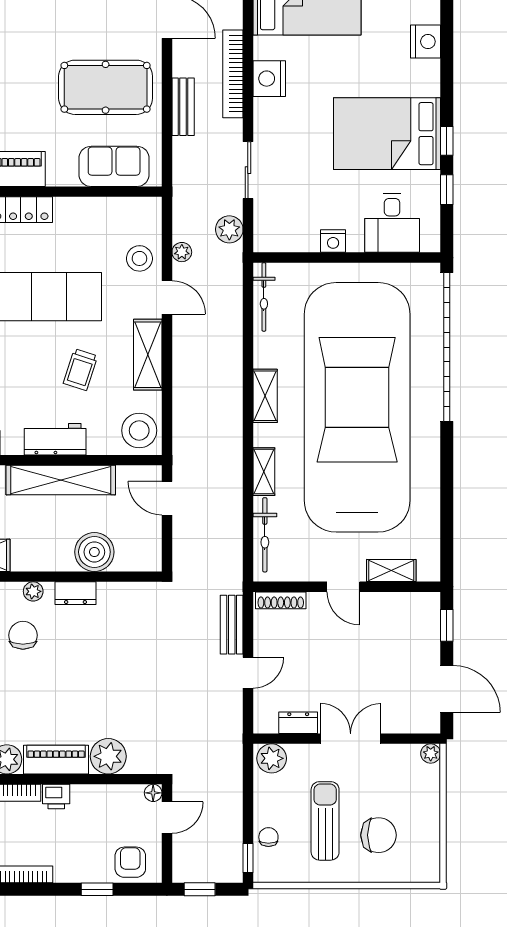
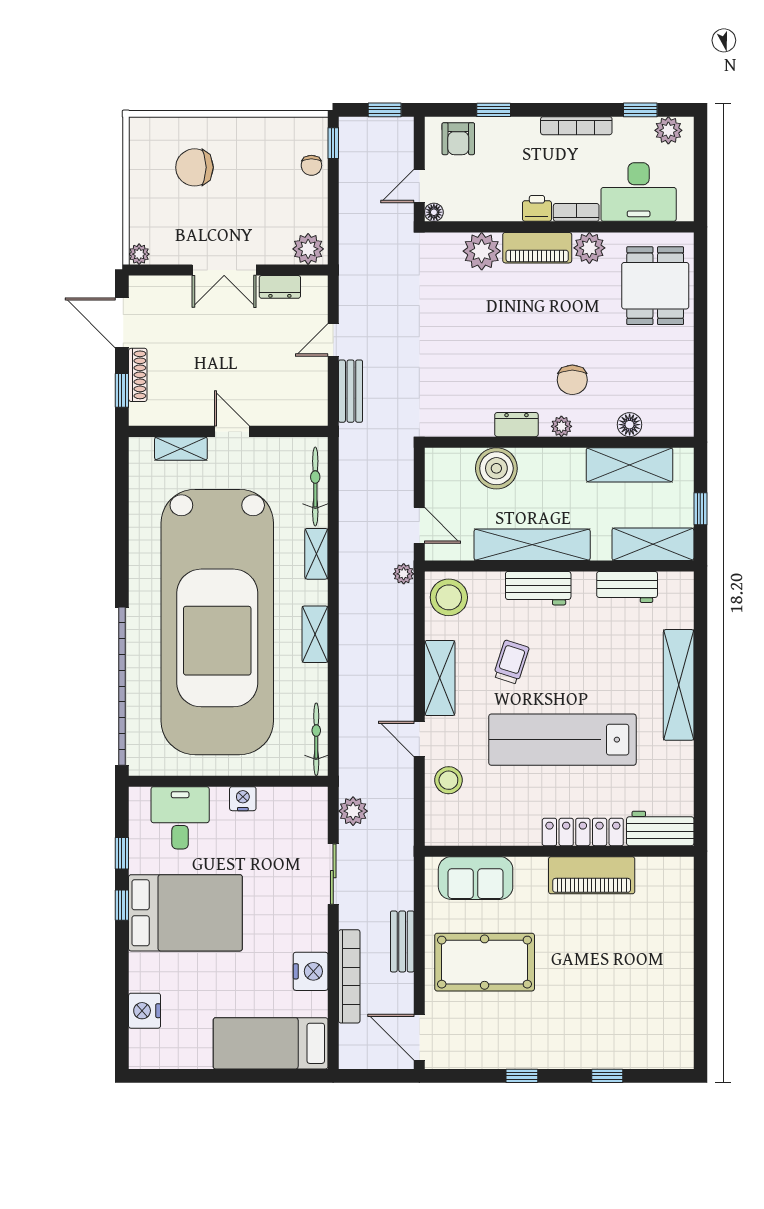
plant: (182, 252) -> (404, 574), moved
shoe rack: (281, 600) -> (138, 375), moved, turned 90
sun lounger: (325, 821) -> (251, 183), removed

